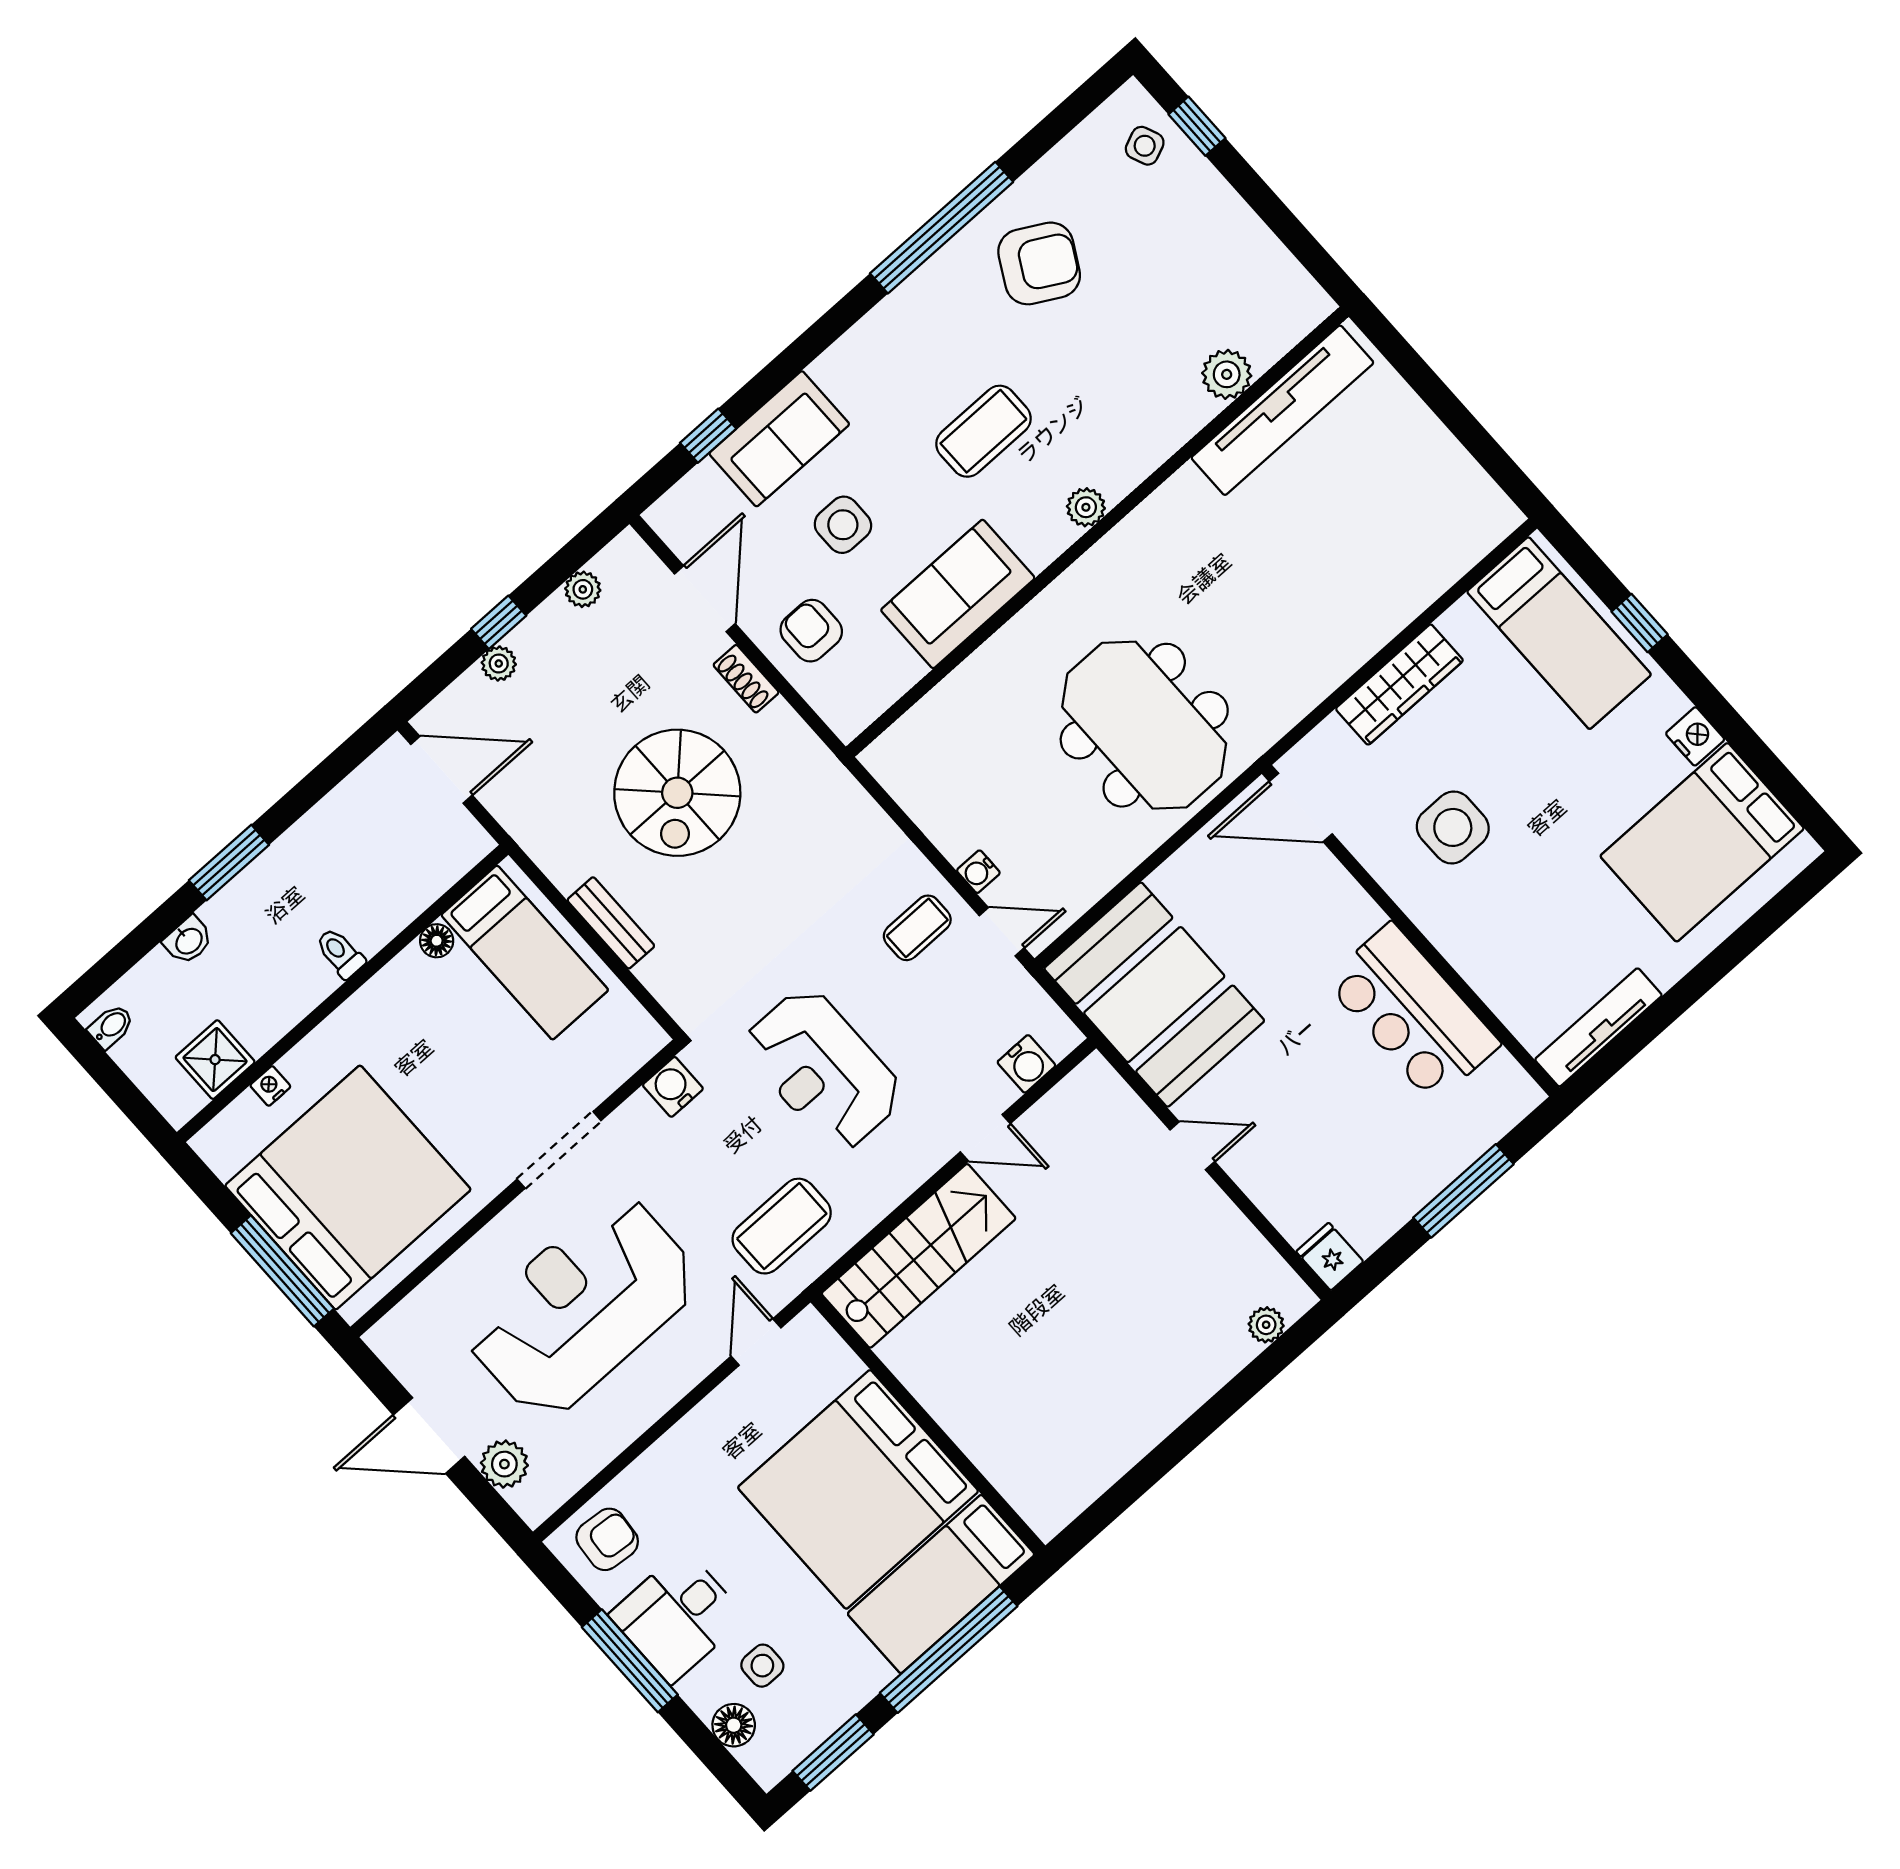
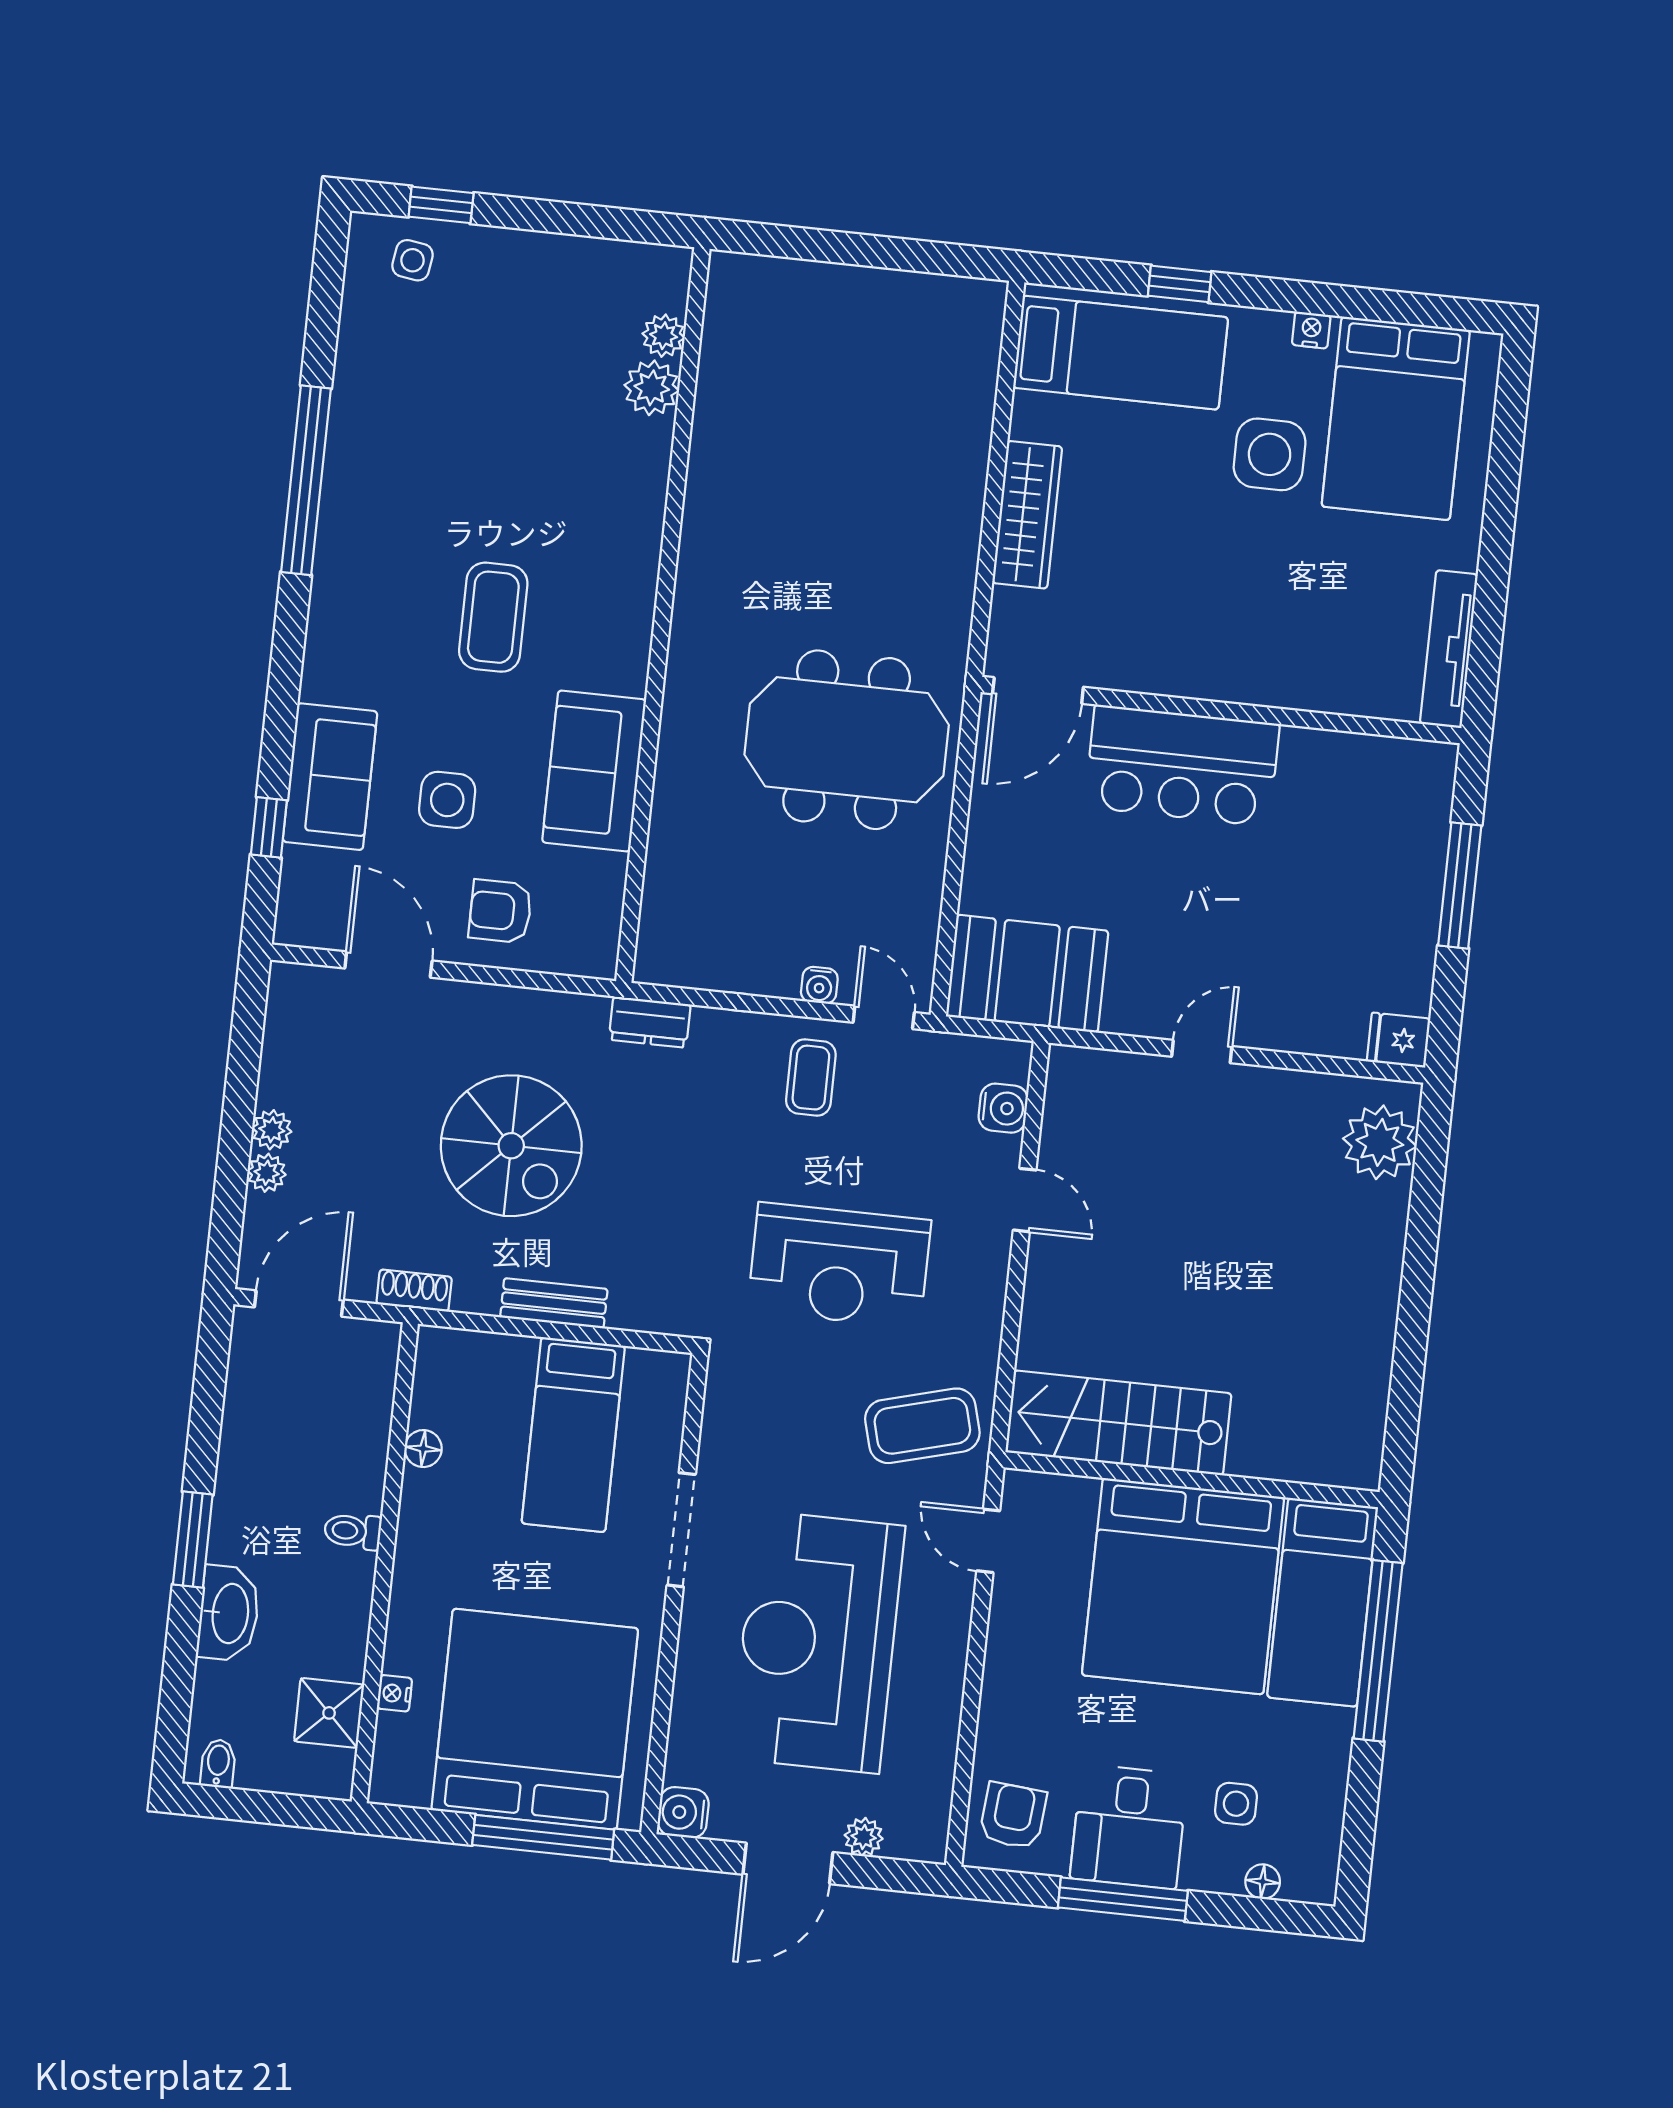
side table: (1145, 146) -> (413, 260), turned 31
armchair: (1039, 263) -> (414, 437), removed
tv unit: (1282, 410) -> (725, 376), removed
plant: (1086, 507) -> (664, 336), moved
plant: (583, 589) -> (272, 1130), moved
window: (499, 622) -> (236, 1139), removed
shoe rack: (746, 679) -> (414, 1291), moved, turned 180
nightstand: (1695, 736) -> (1311, 330), width x0.72, depth x0.74
dresser: (844, 794) -> (650, 1022), added
side table: (1453, 827) -> (1270, 454), moved
door: (1002, 932) -> (884, 1017), hinge flipped
washbasin: (188, 940) -> (229, 1613), width x1.91, depth x1.45
bed: (525, 953) -> (573, 1435), moved, turned 90
booth: (1154, 995) -> (1027, 974), width x0.73, depth x0.70
bar counter: (1412, 1013) -> (1182, 765), moved
water cooler: (673, 1087) -> (683, 1812), moved
door: (985, 1138) -> (1025, 1200), hinge flipped
coffee table: (782, 1226) -> (922, 1426), turned 75
stairs: (919, 1256) -> (1118, 1423), moved, turned -90
plant: (1266, 1325) -> (1380, 1142), width x1.88, depth x1.88
plant: (504, 1464) -> (864, 1837), width x0.73, depth x0.73
floor lamp: (734, 1725) -> (1263, 1882), width x0.73, depth x0.73
window: (833, 1753) -> (1360, 1823), removed

